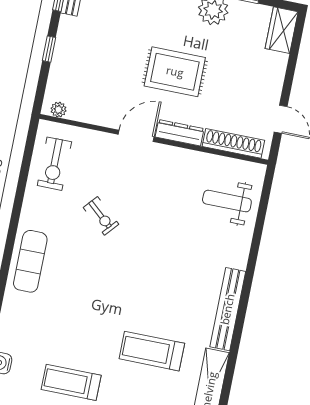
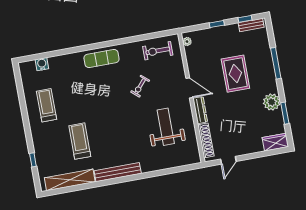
rug: (175, 72) -> (235, 74), moved
weight bench: (227, 201) -> (166, 127), moved, width x1.36, depth x1.33

